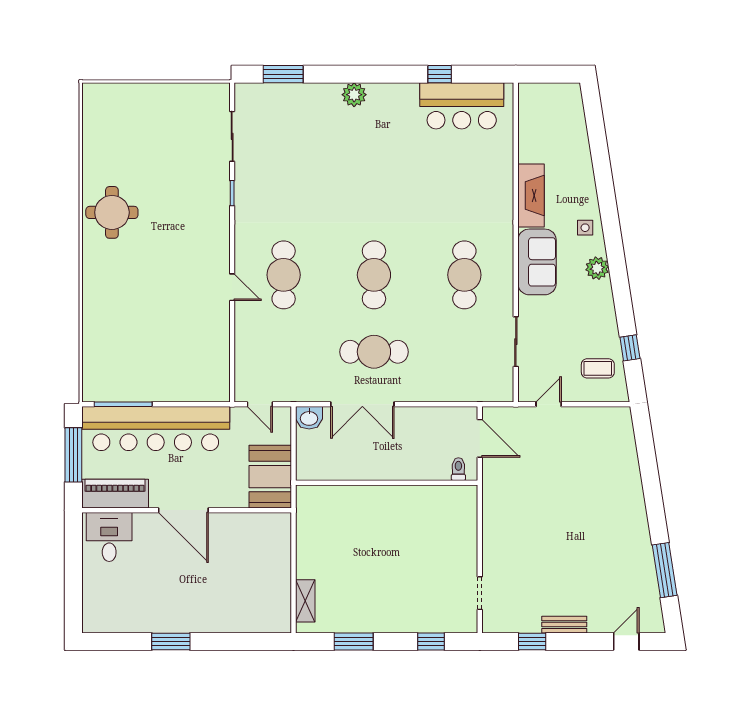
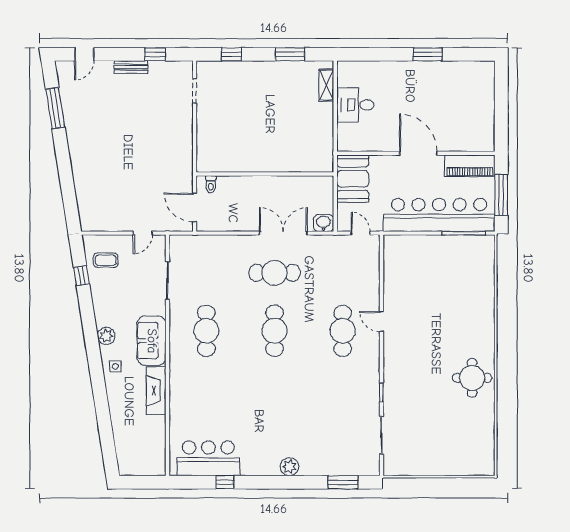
desk: (109, 537) -> (355, 105), moved, turned 90

